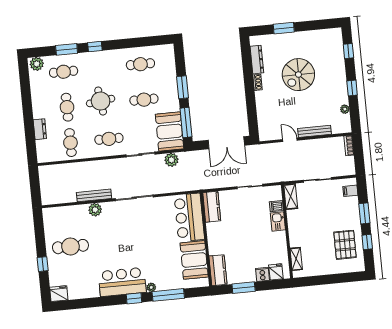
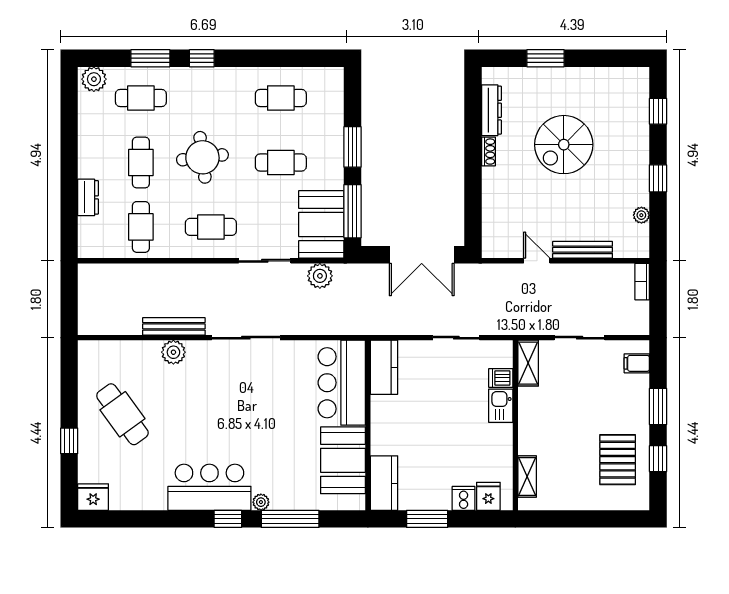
cafe table: (70, 247) -> (122, 414), turned 54

